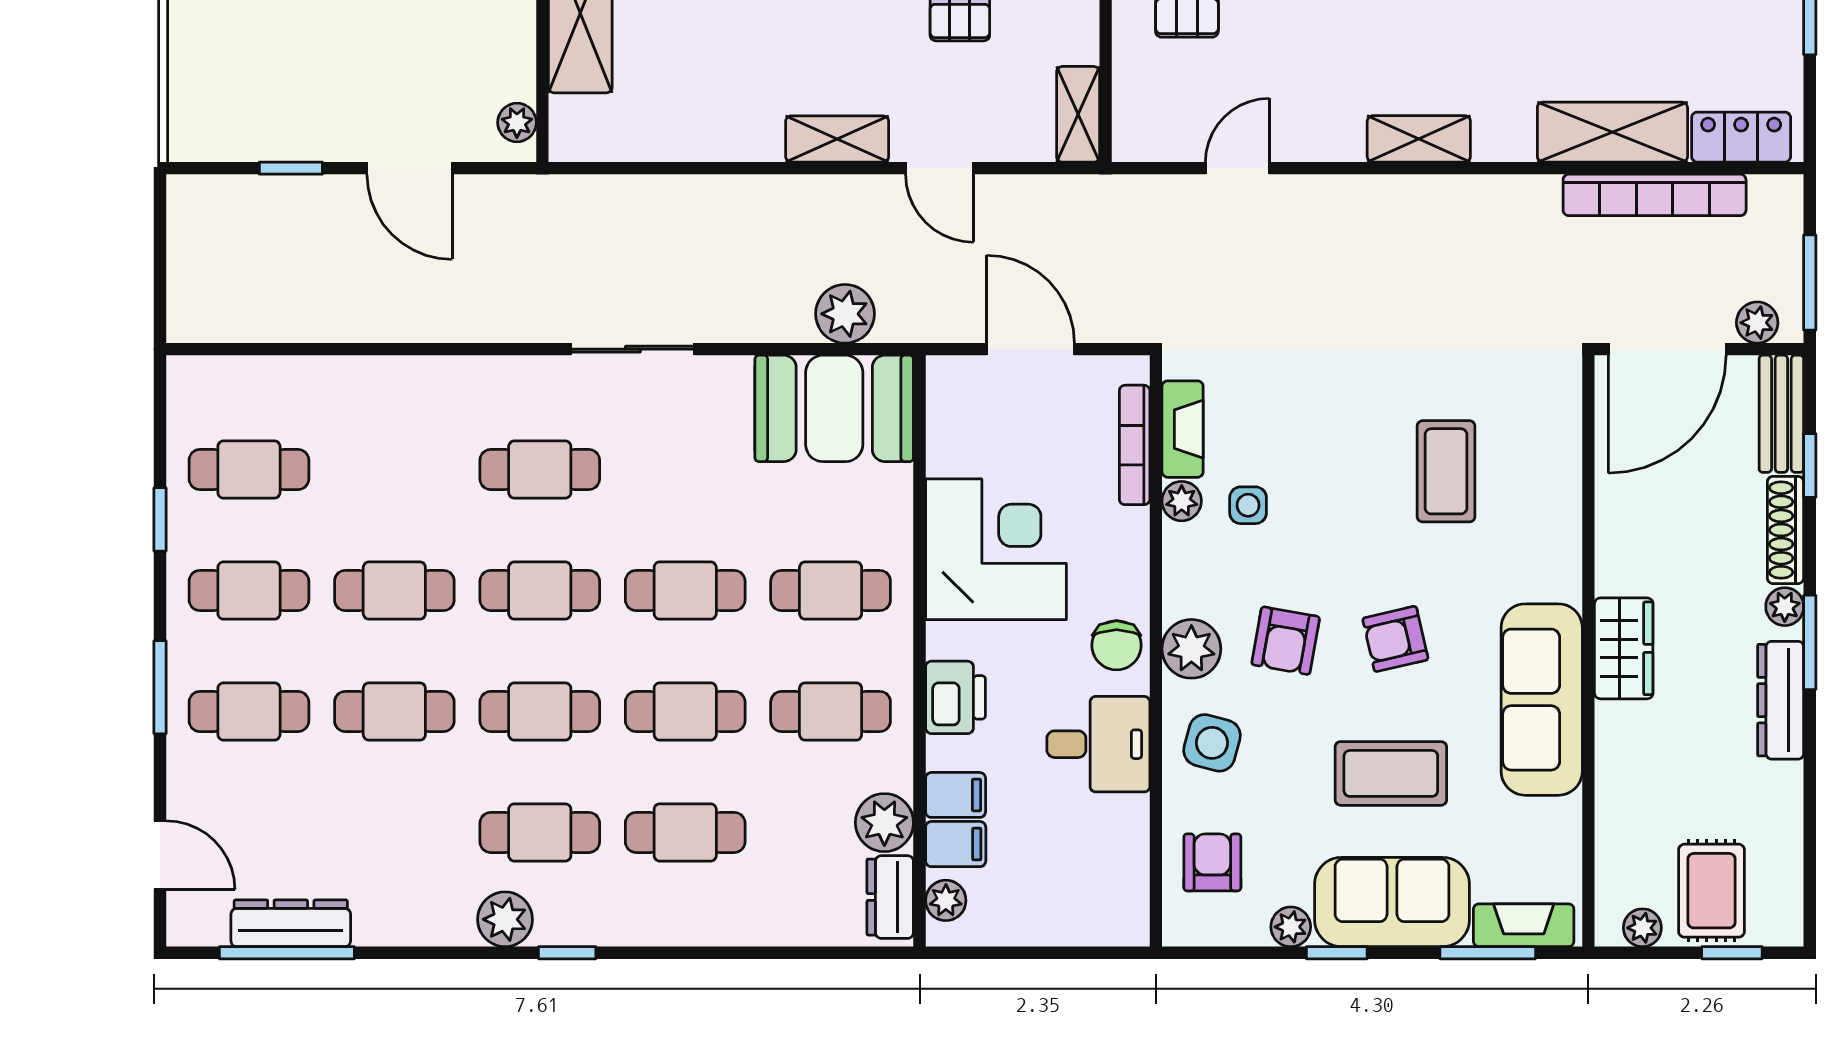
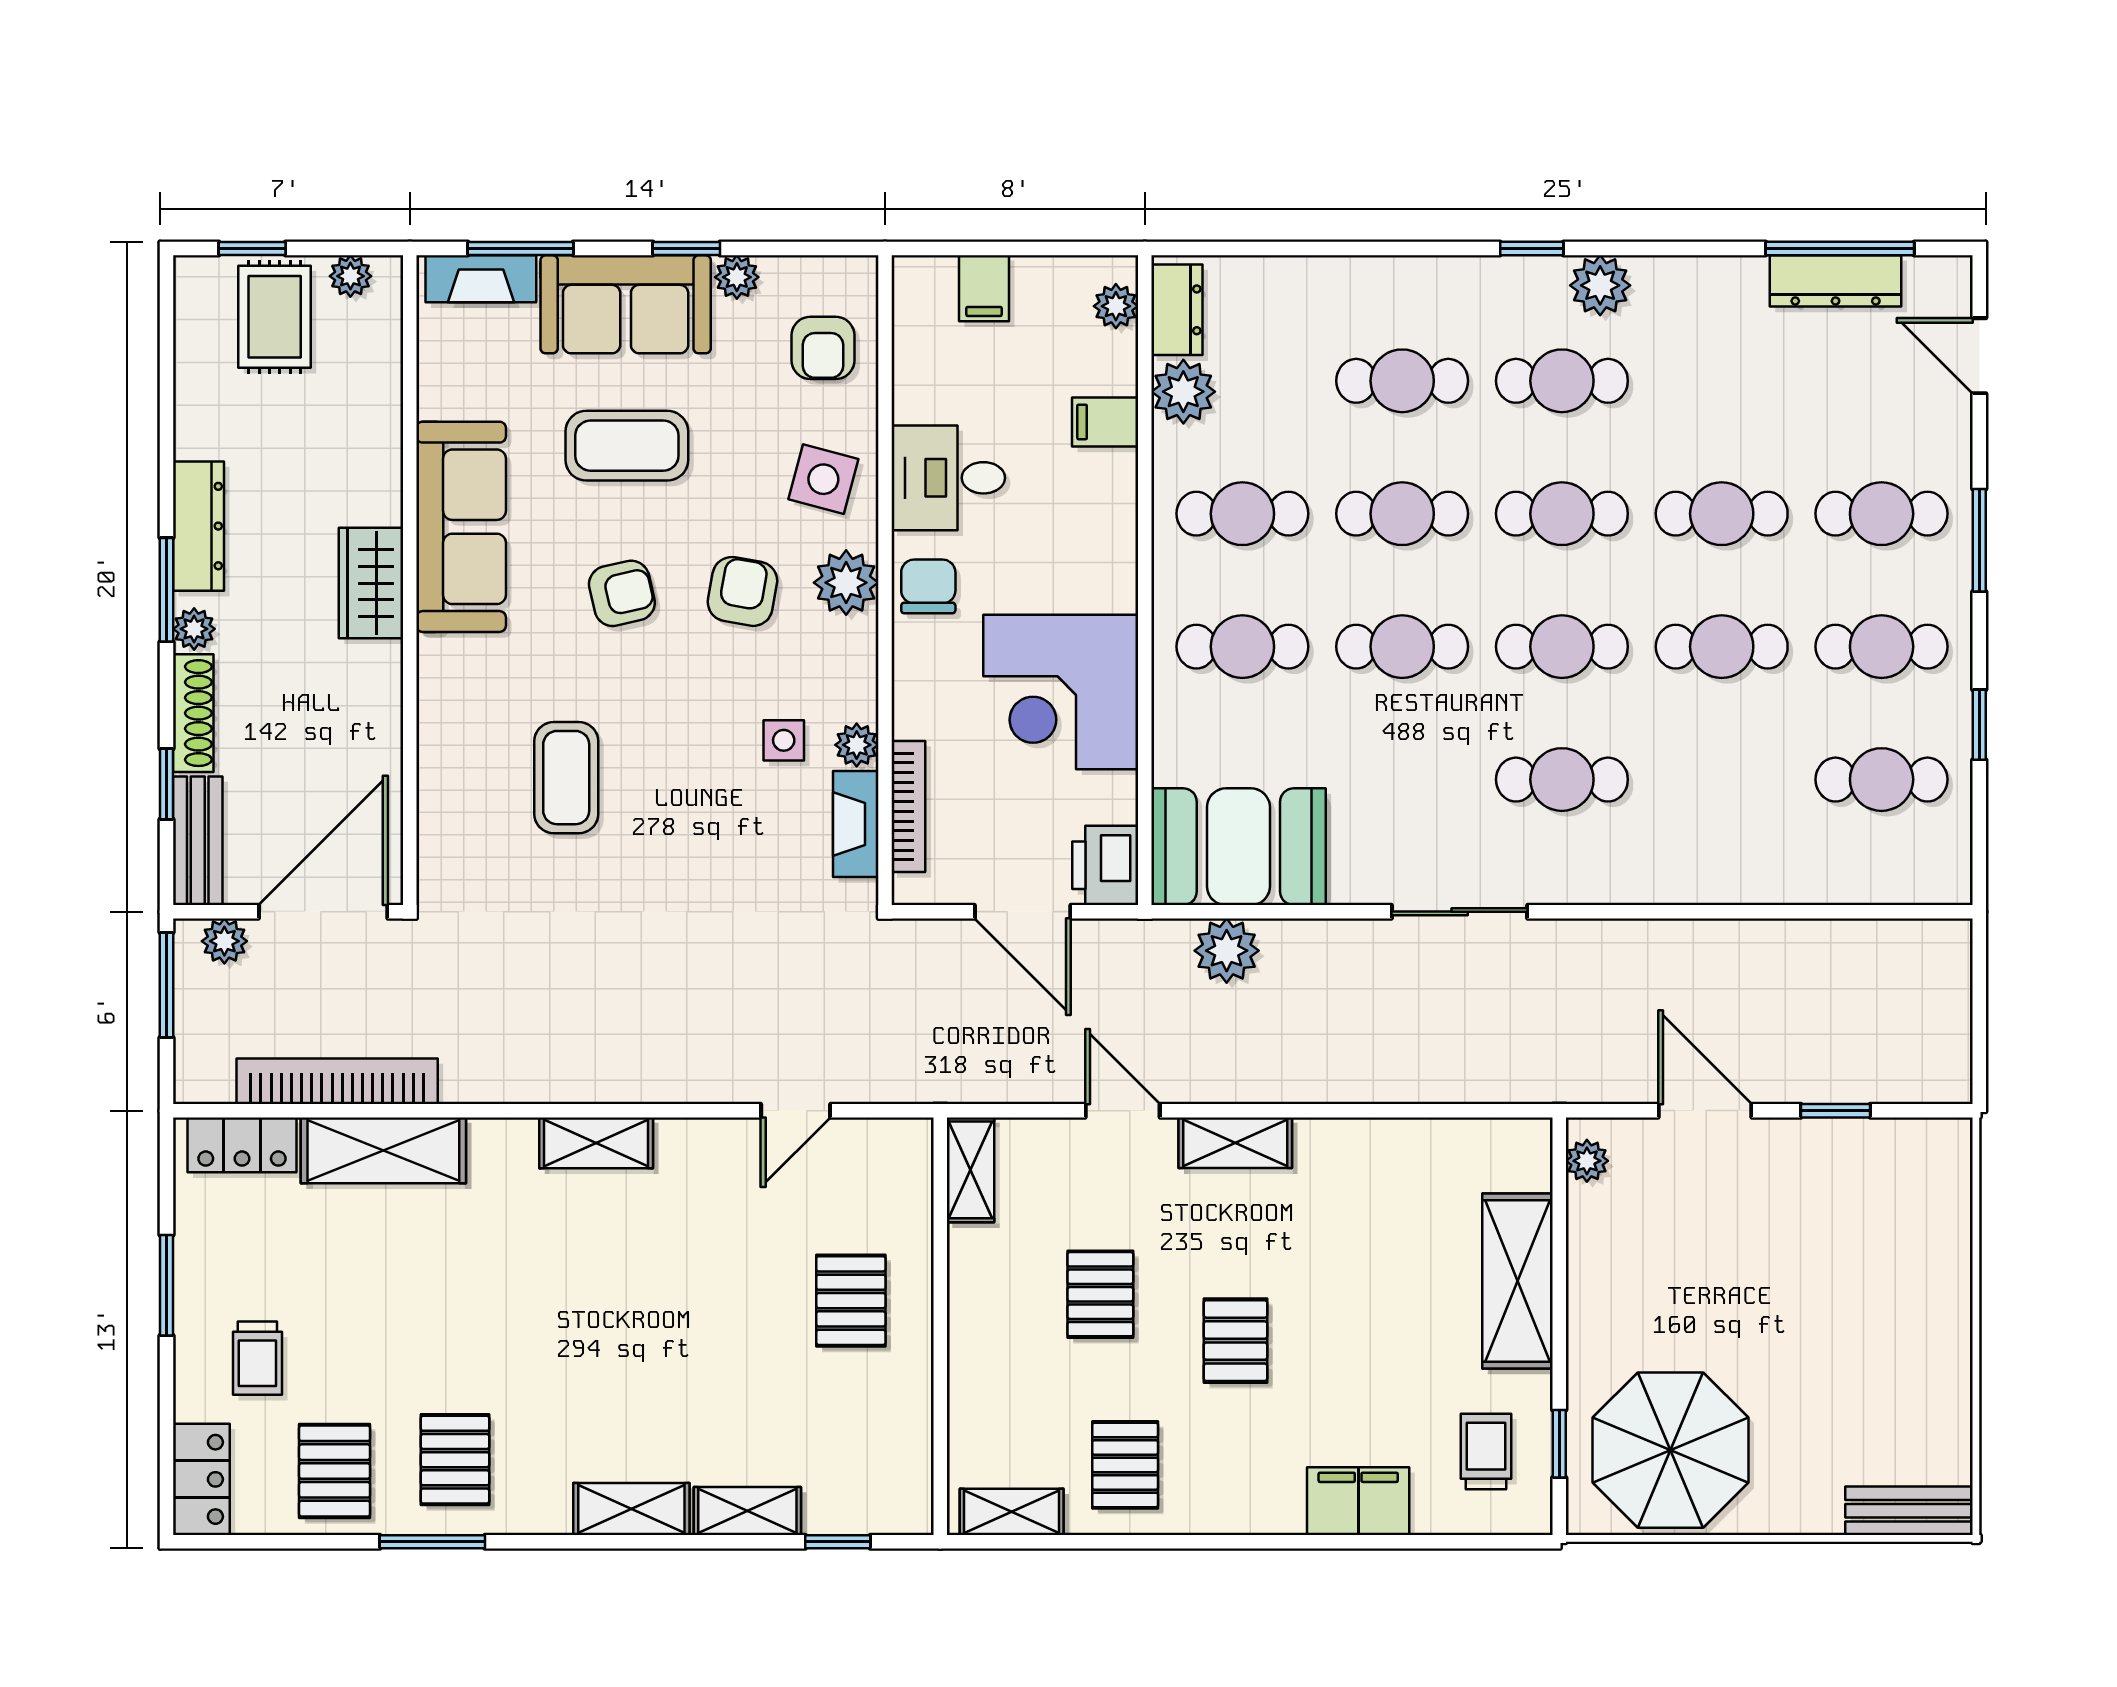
printer: (955, 697) -> (1105, 865), moved
filing cabinet: (956, 844) -> (984, 288), moved, turned -90

